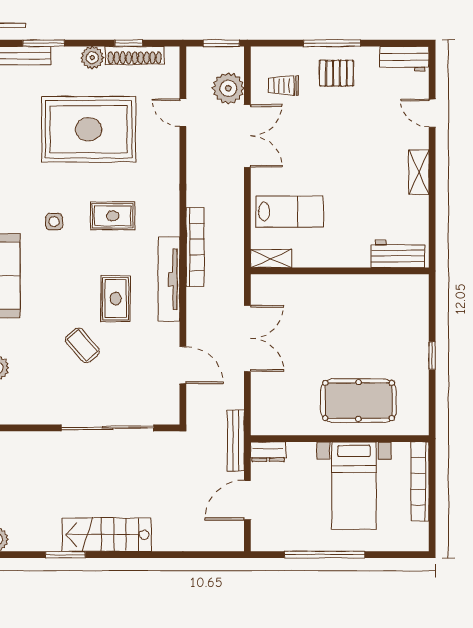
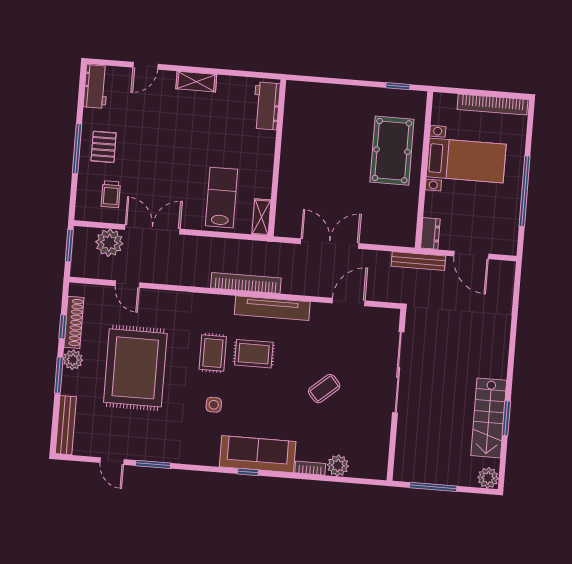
window: (44, 43) -> (59, 375), moved
door: (183, 113) -> (127, 284), hinge flipped
rug: (116, 299) -> (254, 354), moved
window: (432, 356) -> (398, 86), moved
bookcase: (420, 481) -> (493, 105), moved
stairs: (107, 535) -> (489, 418), moved

